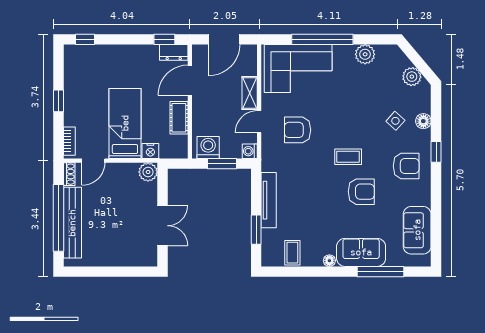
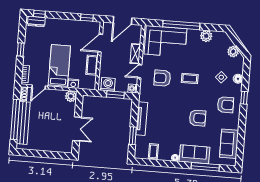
dresser: (174, 52) -> (36, 21), moved
coffee table: (348, 157) -> (190, 78), moved

